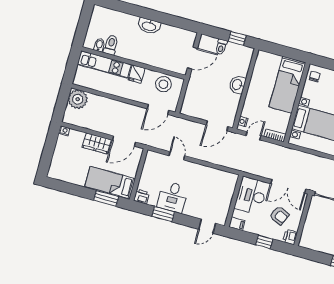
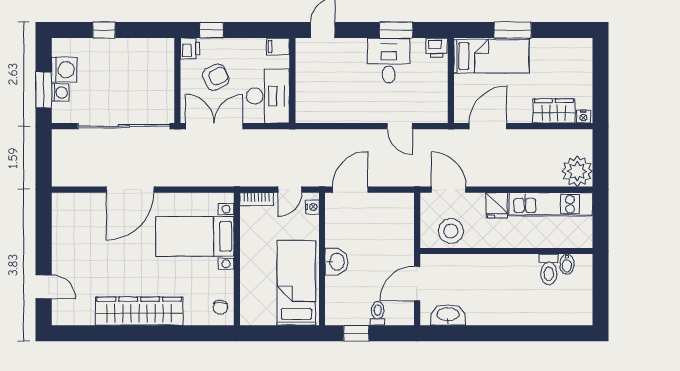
washbasin: (149, 26) -> (448, 315), moved
kitchen unit: (104, 64) -> (551, 204), moved, turned 180
fridge: (137, 74) -> (497, 205), moved, turned 180
bed: (287, 85) -> (296, 283), moved
door: (158, 109) -> (449, 190), hinge flipped
wardrobe: (97, 143) -> (554, 111), moved
window: (106, 198) -> (513, 30), moved
armchair: (279, 216) -> (216, 77), turned 133
window: (264, 242) -> (211, 30), moved

